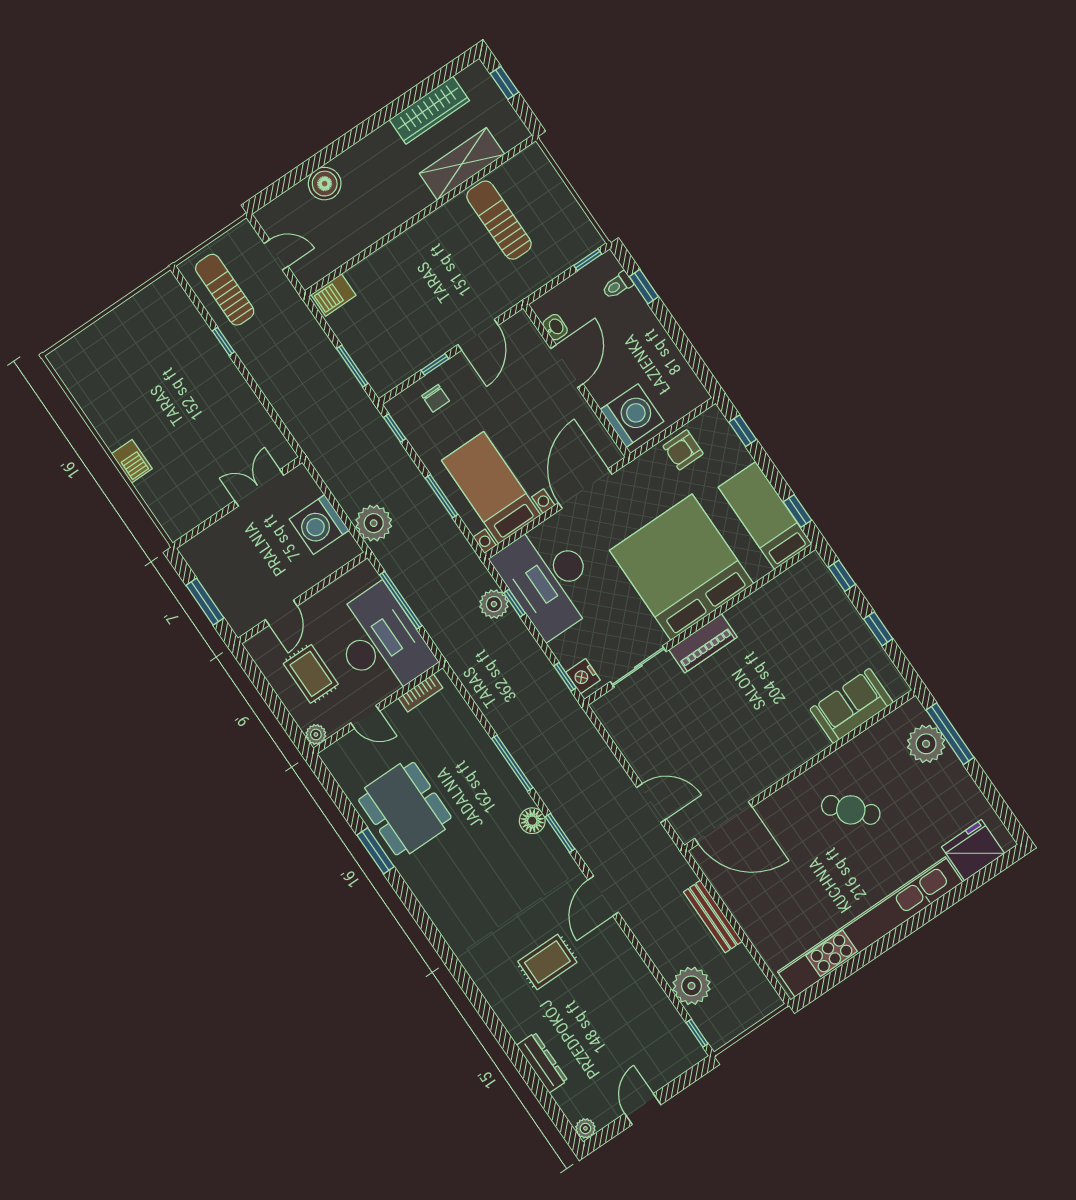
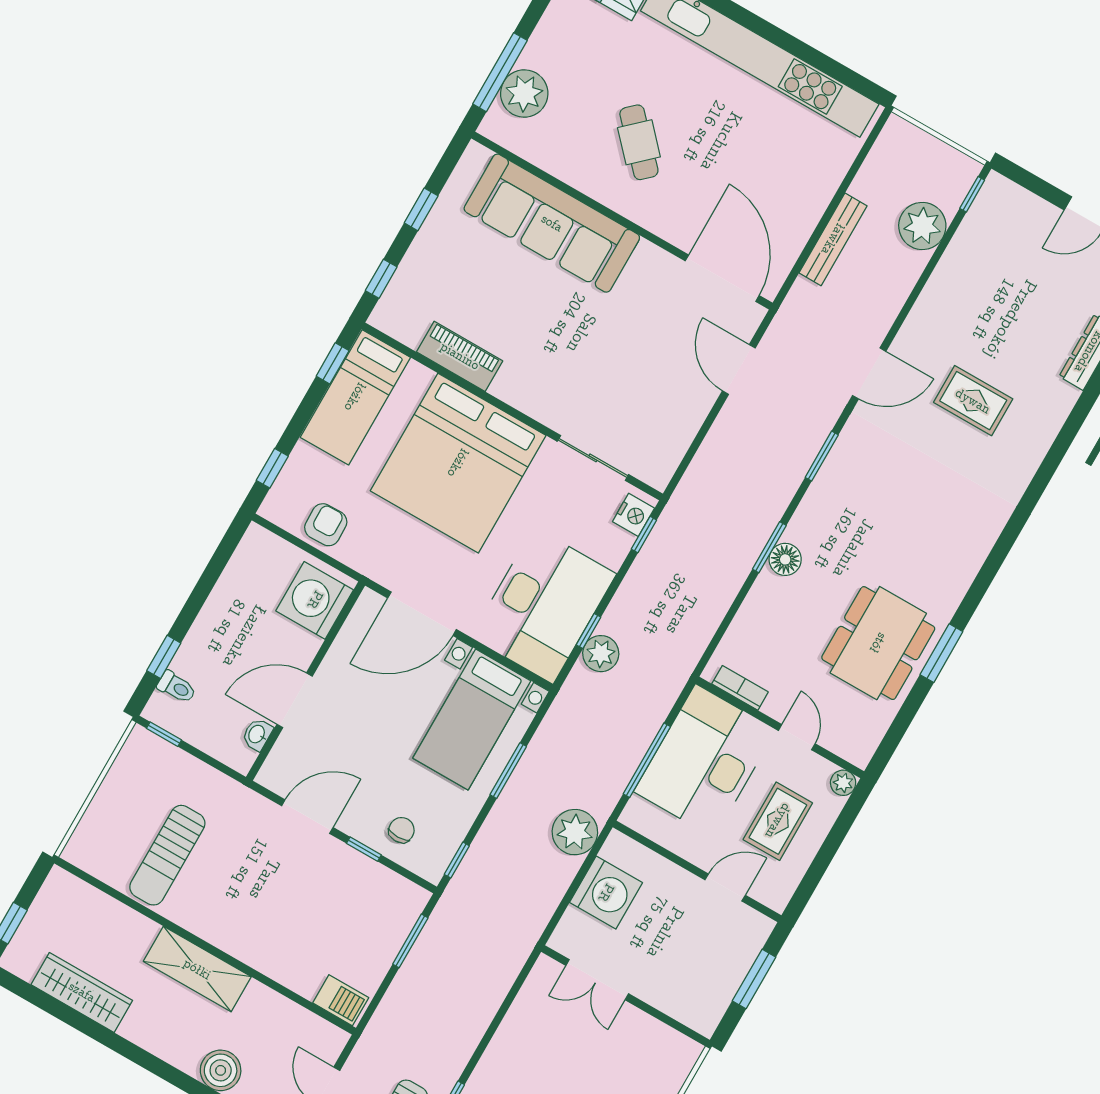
shelving: (462, 164) -> (197, 969), moved
armchair: (683, 450) -> (326, 525), turned -91
piano: (703, 643) -> (460, 356), moved
sofa: (851, 706) -> (552, 223), width x1.85, depth x1.27
window: (512, 763) -> (769, 547), width x0.69
floor lamp: (532, 821) -> (785, 559), moved

